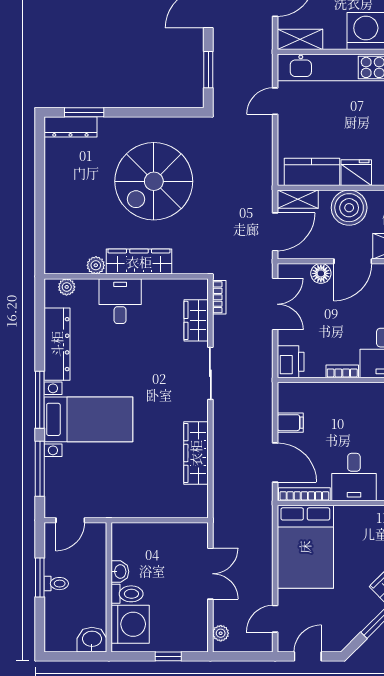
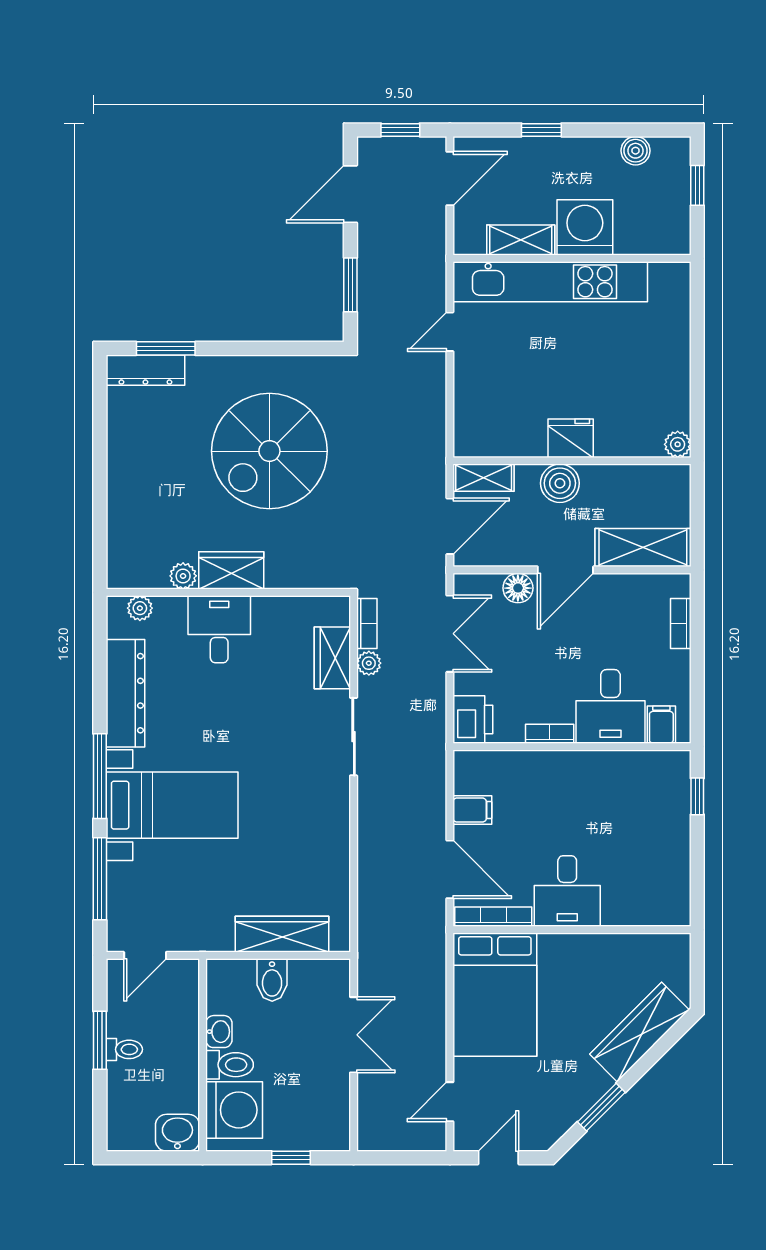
shelving: (300, 39) -> (521, 240), moved
kitchen counter: (312, 172) -> (505, 437), removed
boiler: (349, 208) -> (560, 483), width x0.73, depth x0.73
wardrobe: (139, 262) -> (231, 570), width x0.67
wardrobe: (196, 453) -> (282, 934), moved, turned 90
bidet: (156, 537) -> (272, 980), added
plant: (221, 633) -> (369, 663), moved

